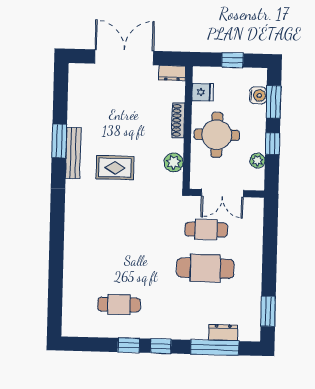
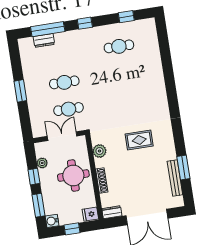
fridge: (203, 92) -> (90, 214), moved
water cooler: (258, 95) -> (52, 221), moved
window: (59, 141) -> (183, 168), moved
bench: (73, 153) -> (175, 178), moved
cafe table: (205, 268) -> (64, 82), width x0.73, depth x0.74
window: (268, 311) -> (20, 91), moved
window: (129, 345) -> (126, 17), moved

